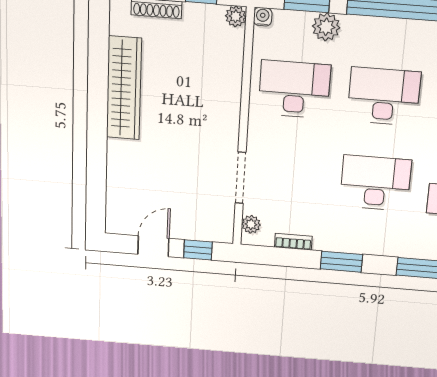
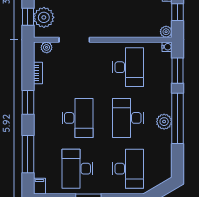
plant: (326, 27) -> (164, 122), moved
desk: (384, 96) -> (128, 118), turned 180
plant: (200, 225) -> (44, 17), added

